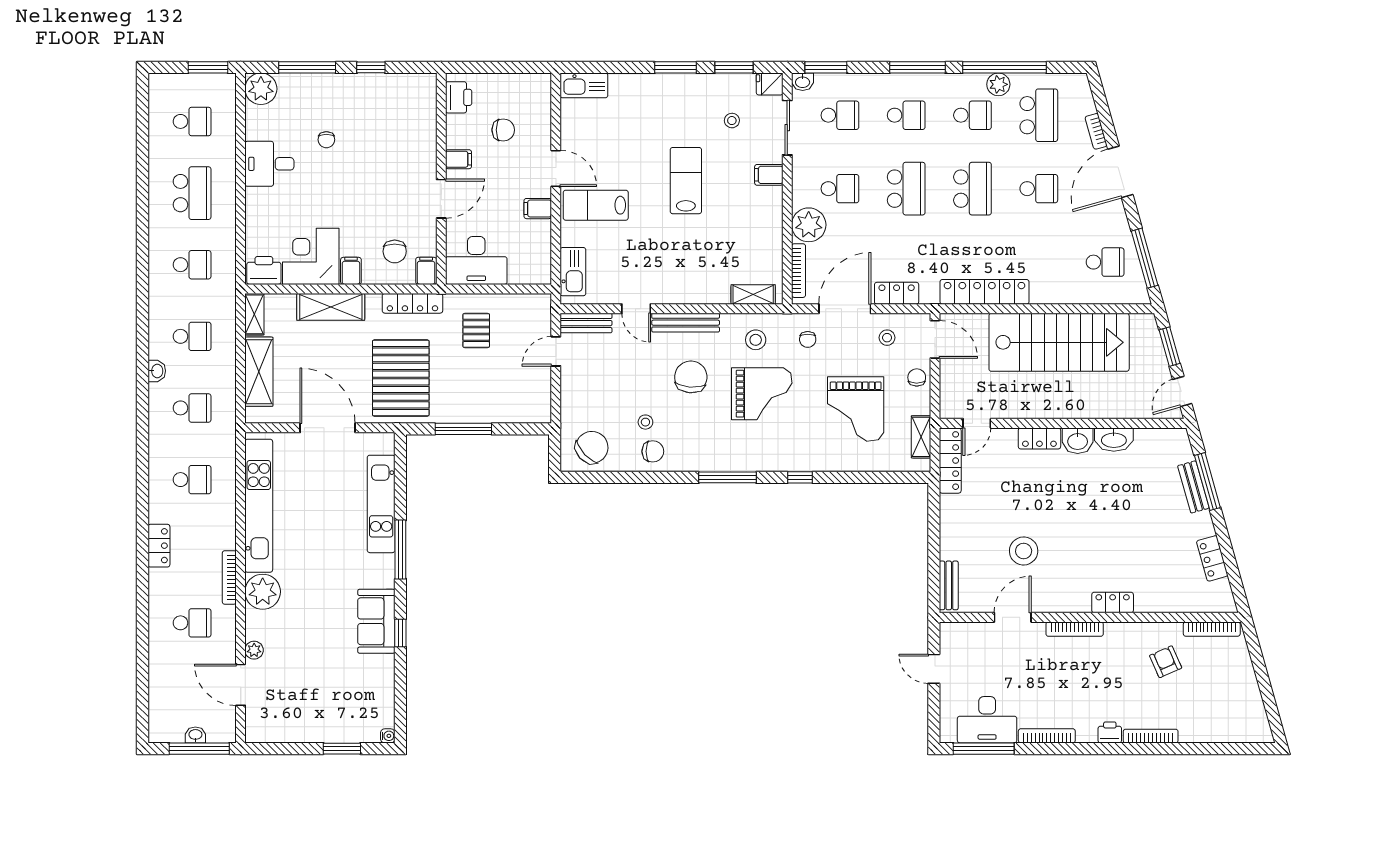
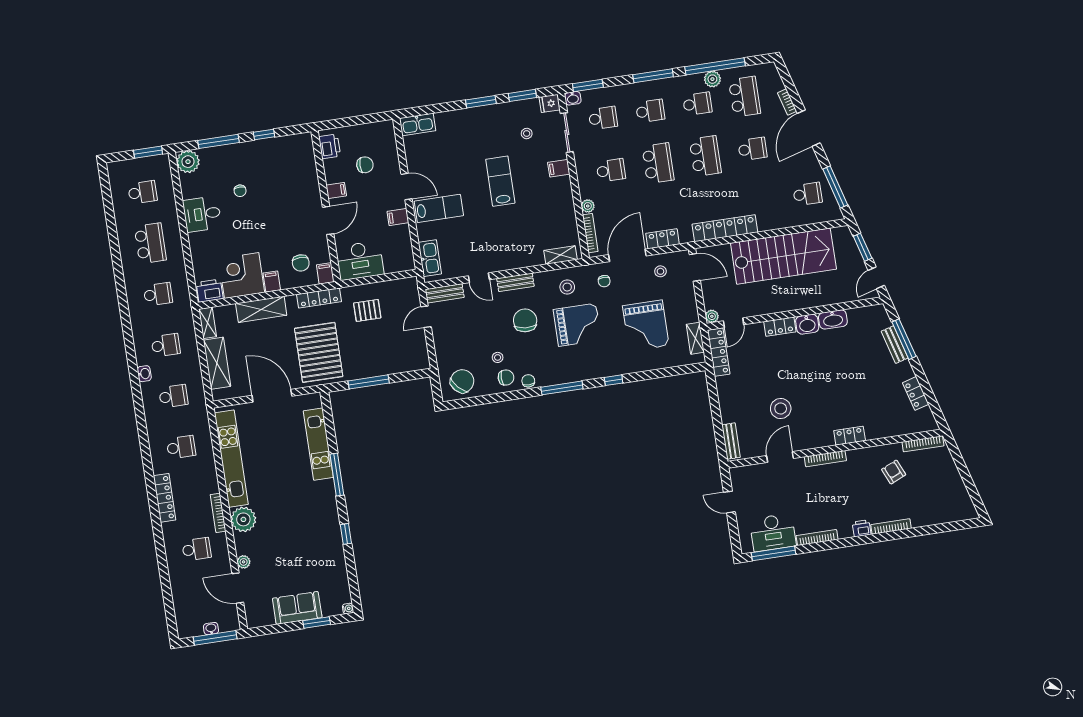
lab bench: (596, 205) -> (439, 208), turned 180
plant: (809, 225) -> (588, 206), width x0.53, depth x0.53
bench: (686, 323) -> (515, 282), width x0.73
pallet: (476, 330) -> (367, 310), turned 90
chair: (917, 377) -> (528, 381), moved
plant: (948, 410) -> (712, 316), added
locker: (159, 546) -> (165, 498), width x1.53
sofa: (376, 621) -> (297, 608), moved, turned 90

